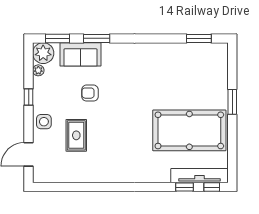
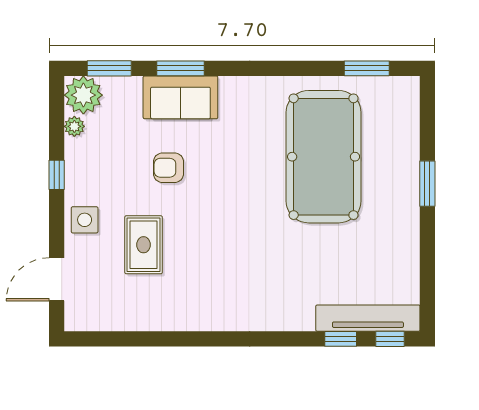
sofa: (80, 54) -> (180, 97), moved
pool table: (189, 130) -> (324, 157), moved, turned 90

